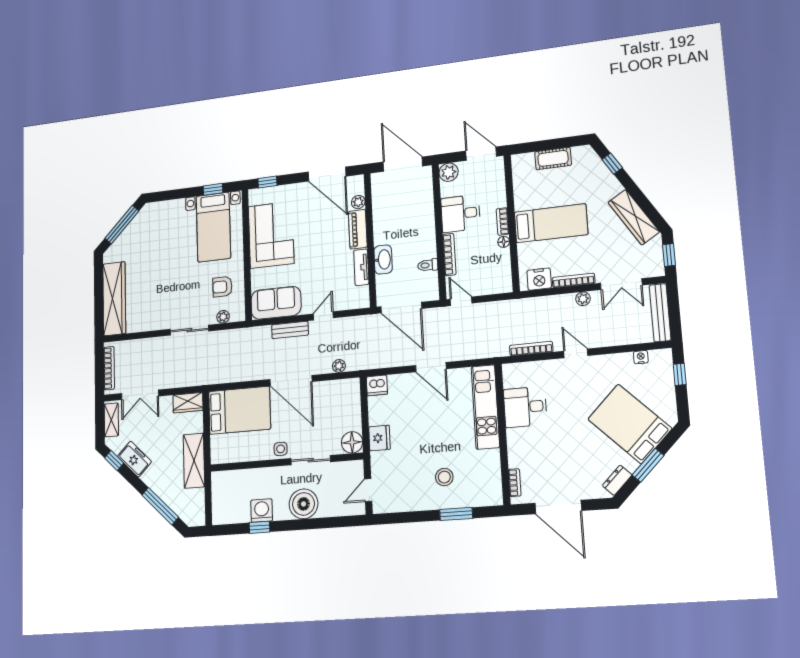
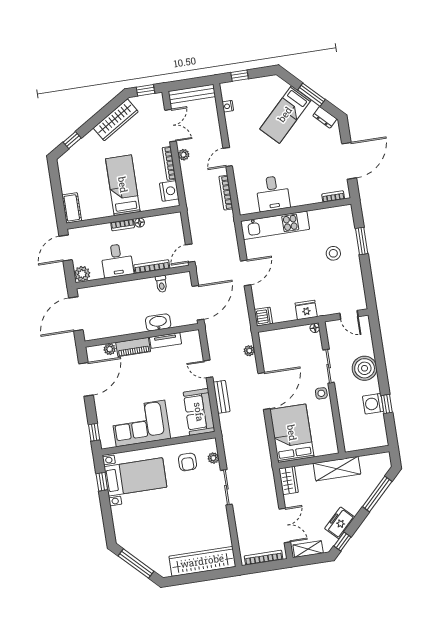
cot: (553, 158) -> (72, 208), moved
bed: (630, 424) -> (285, 114), width x0.67
floor lamp: (352, 442) -> (315, 328), width x0.53, depth x0.53

